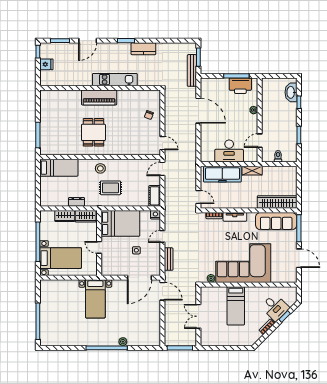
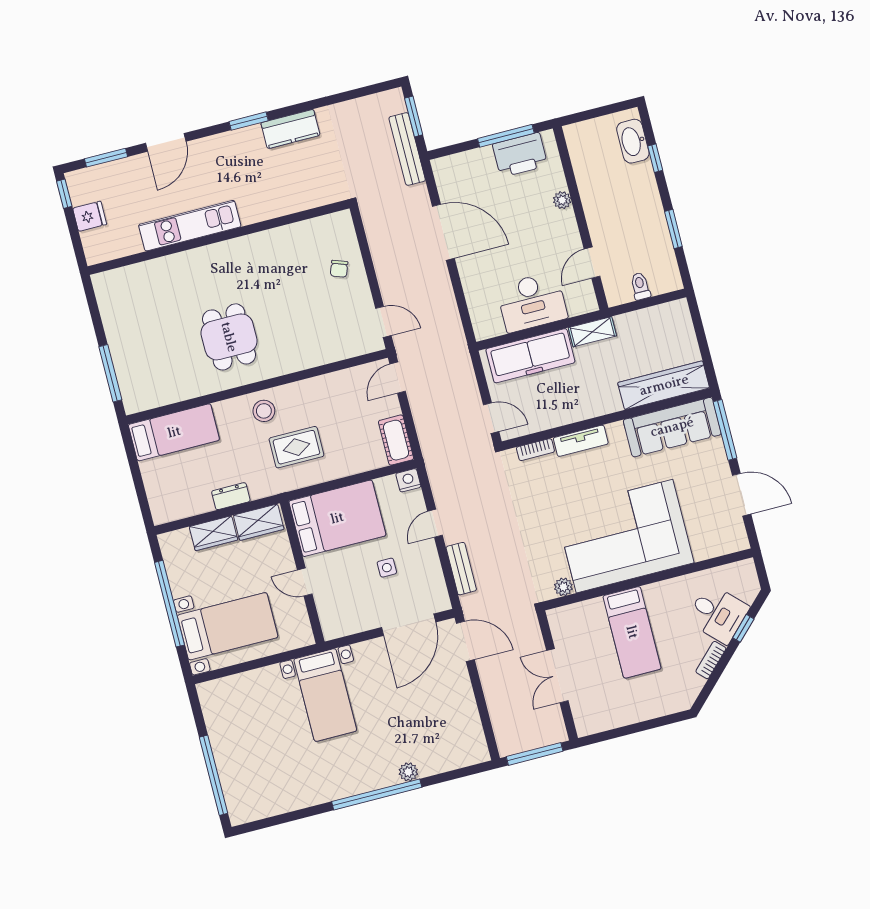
kitchen unit: (115, 80) -> (190, 226), moved
piano: (99, 97) -> (222, 259), removed

